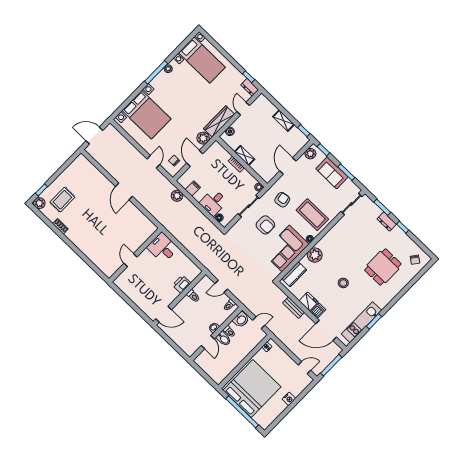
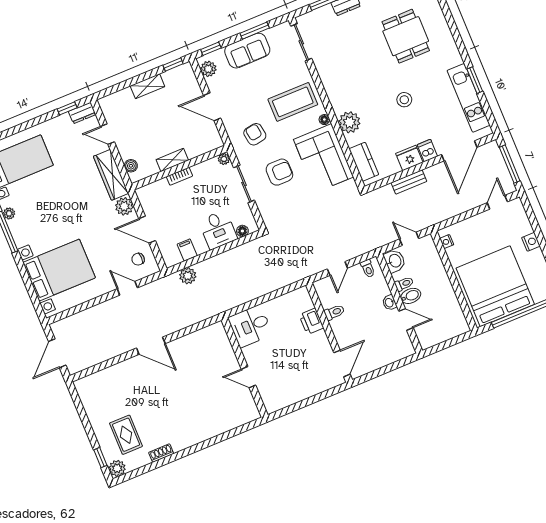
door: (259, 323) -> (409, 239), hinge flipped

